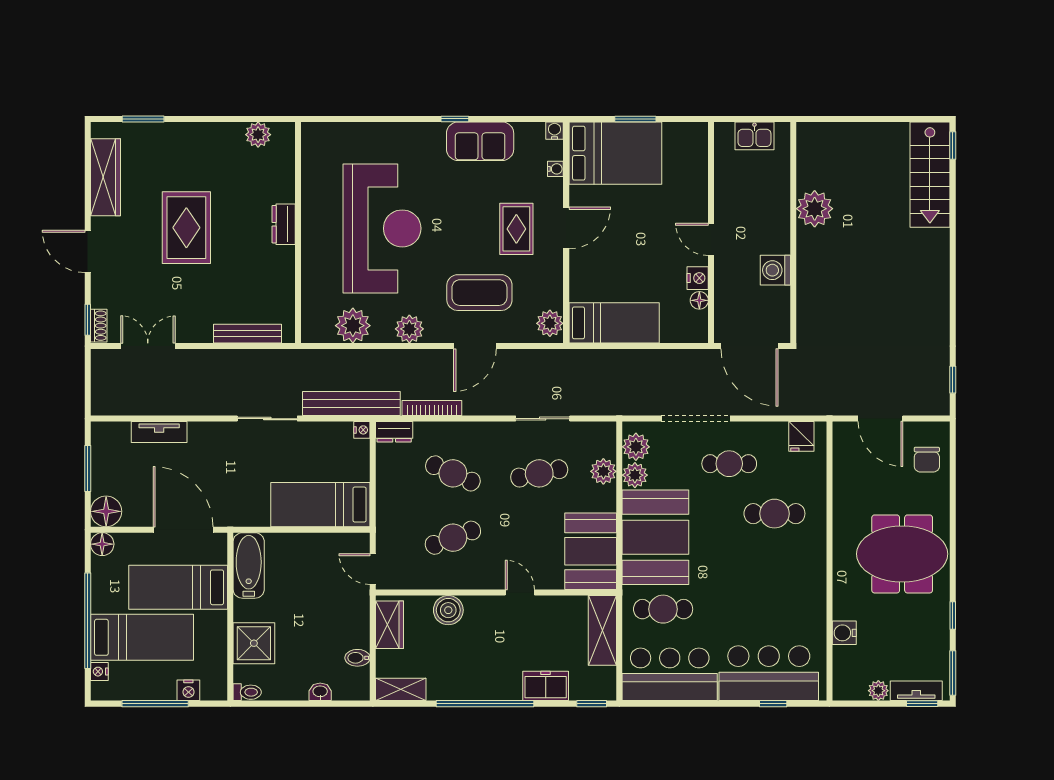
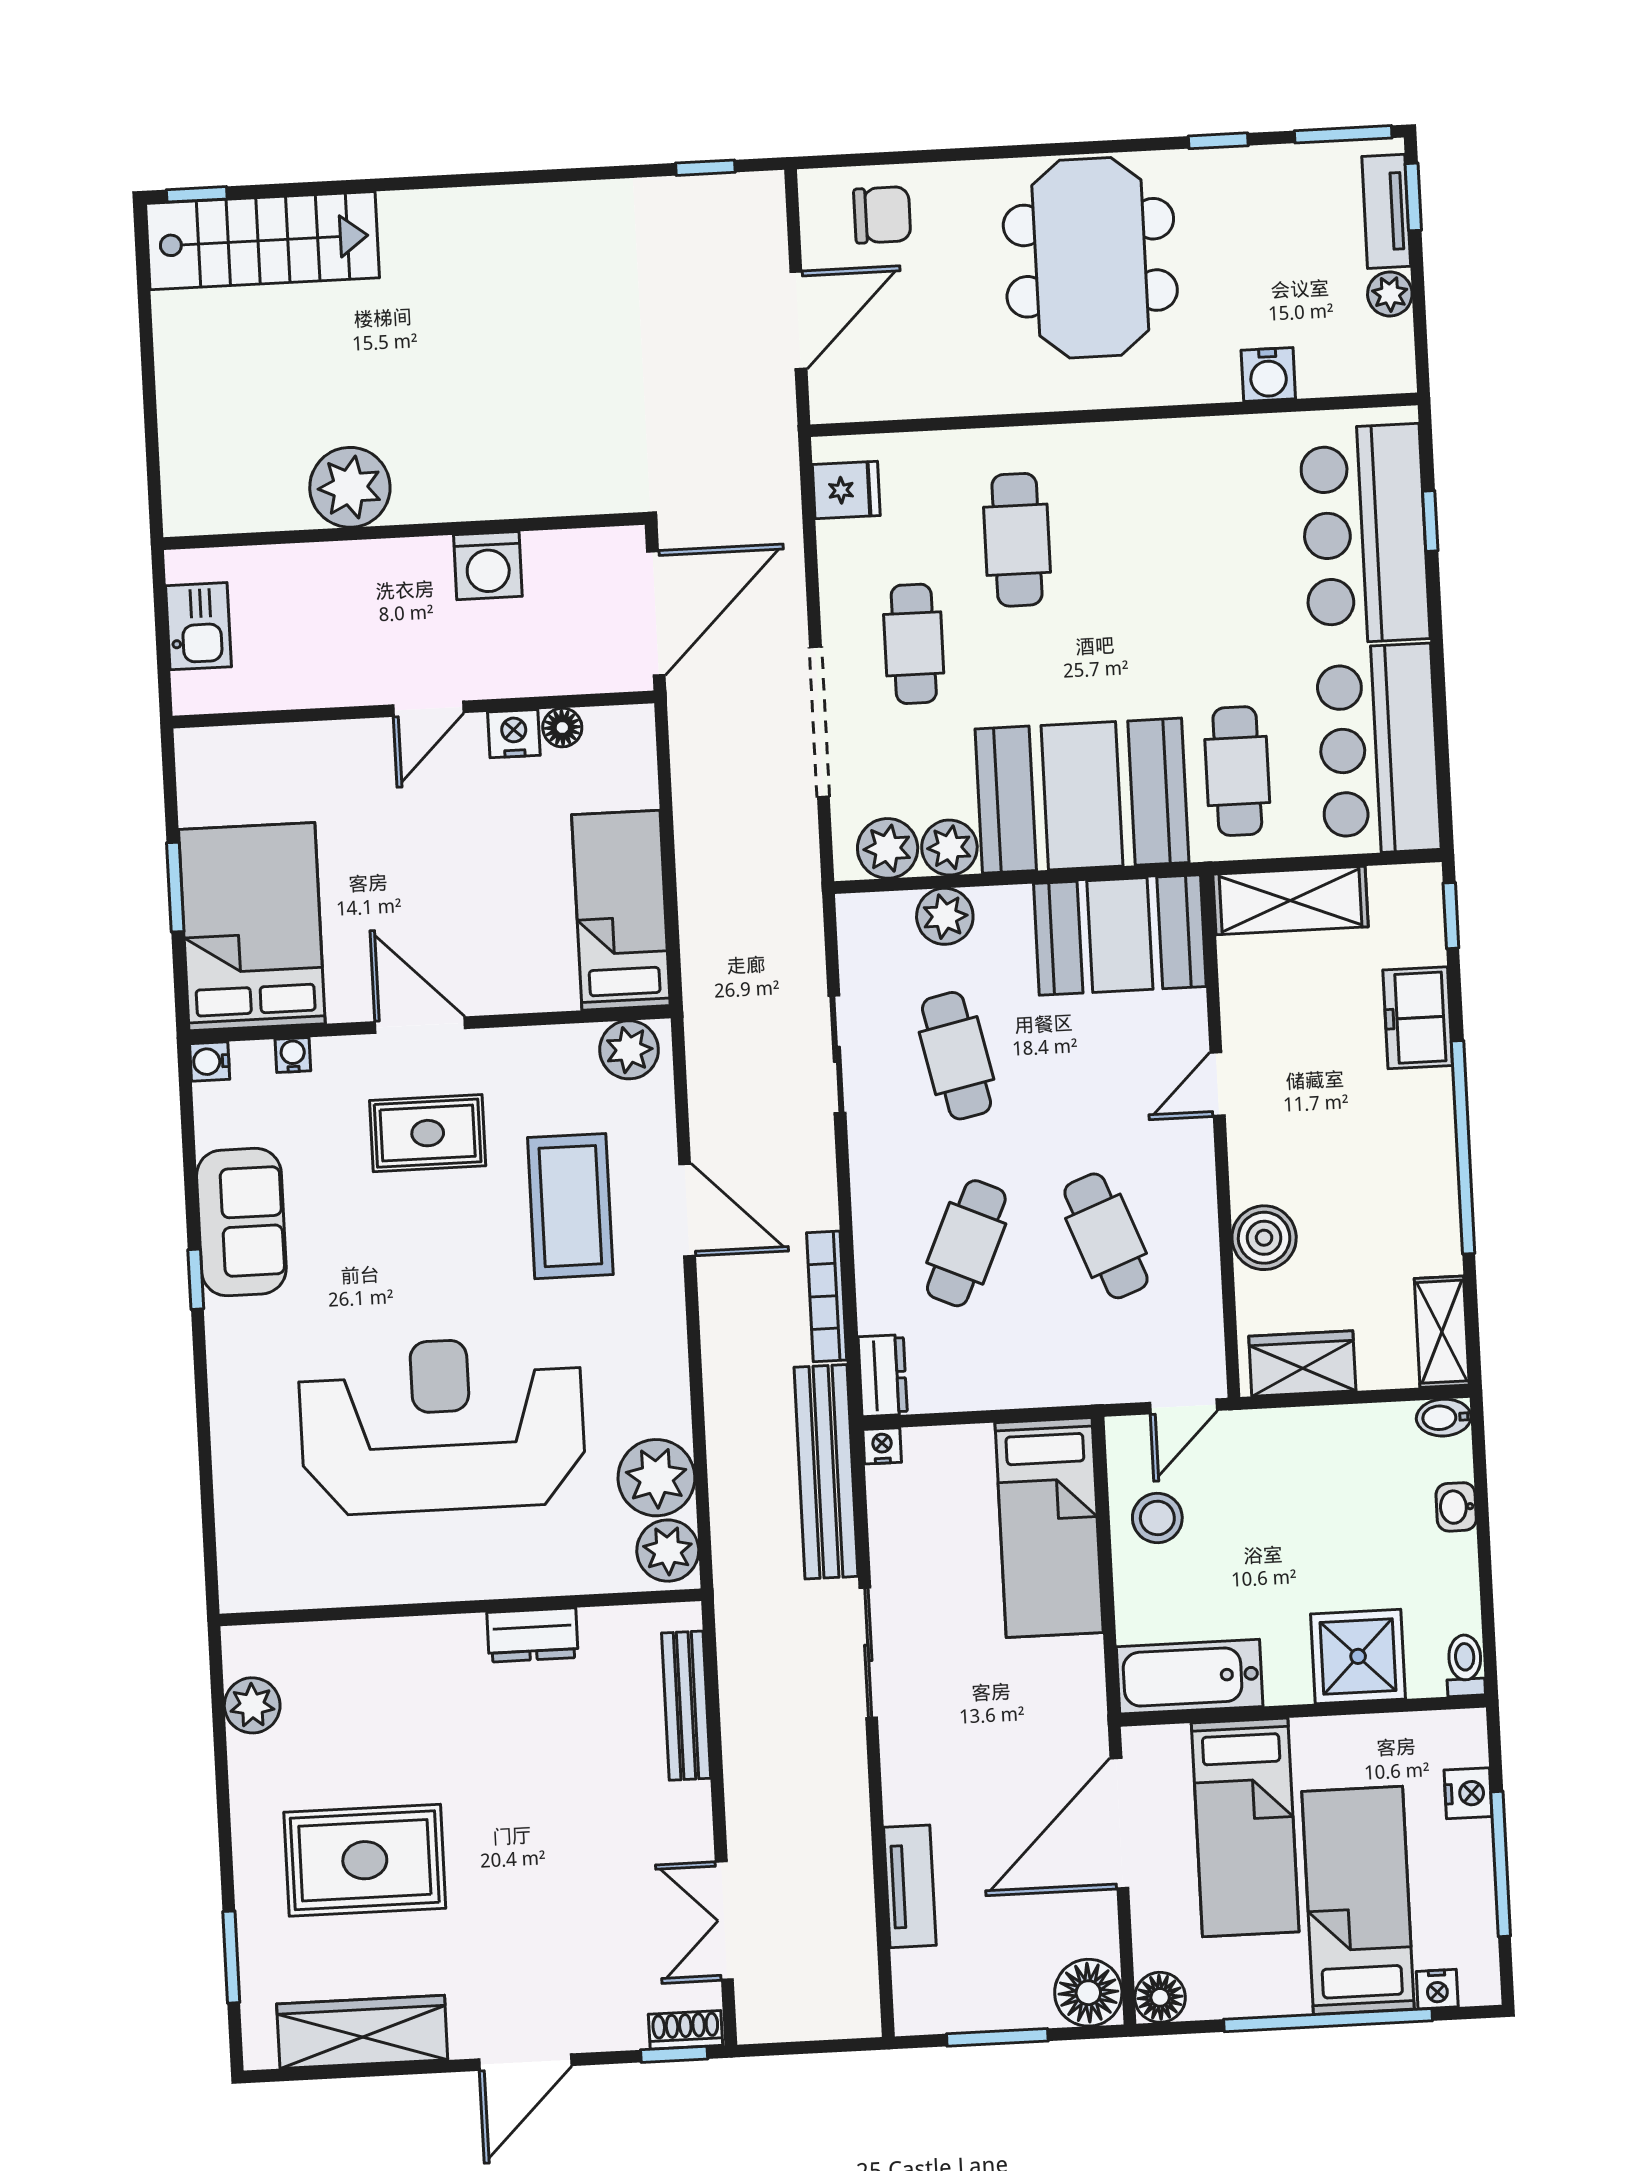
dresser: (284, 224) -> (532, 1635), moved
rug: (186, 228) -> (365, 1860), moved
plant: (409, 329) -> (668, 1551), moved
stool: (322, 554) -> (1157, 1518), added
bidet: (357, 658) -> (1444, 1418), moved, turned 90

